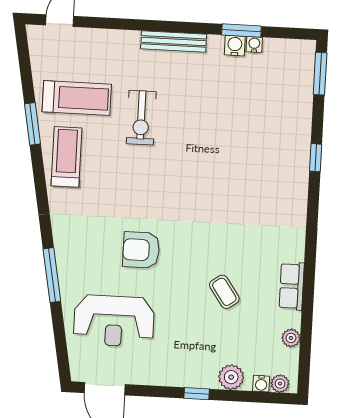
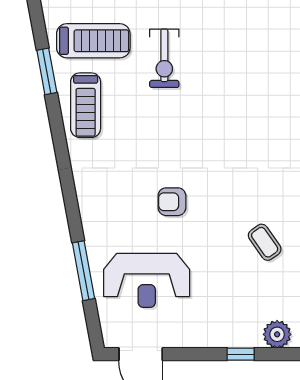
treadmill: (66, 157) -> (86, 105), turned 180
armchair: (141, 250) -> (172, 202), width x0.72, depth x0.72
window: (52, 275) -> (83, 271), moved

